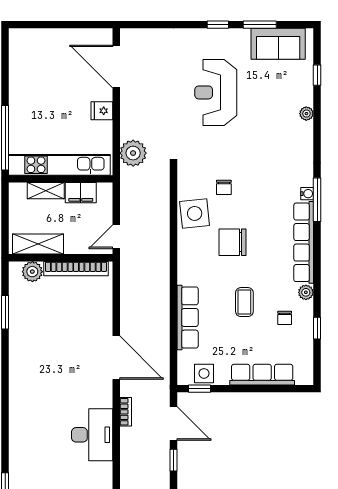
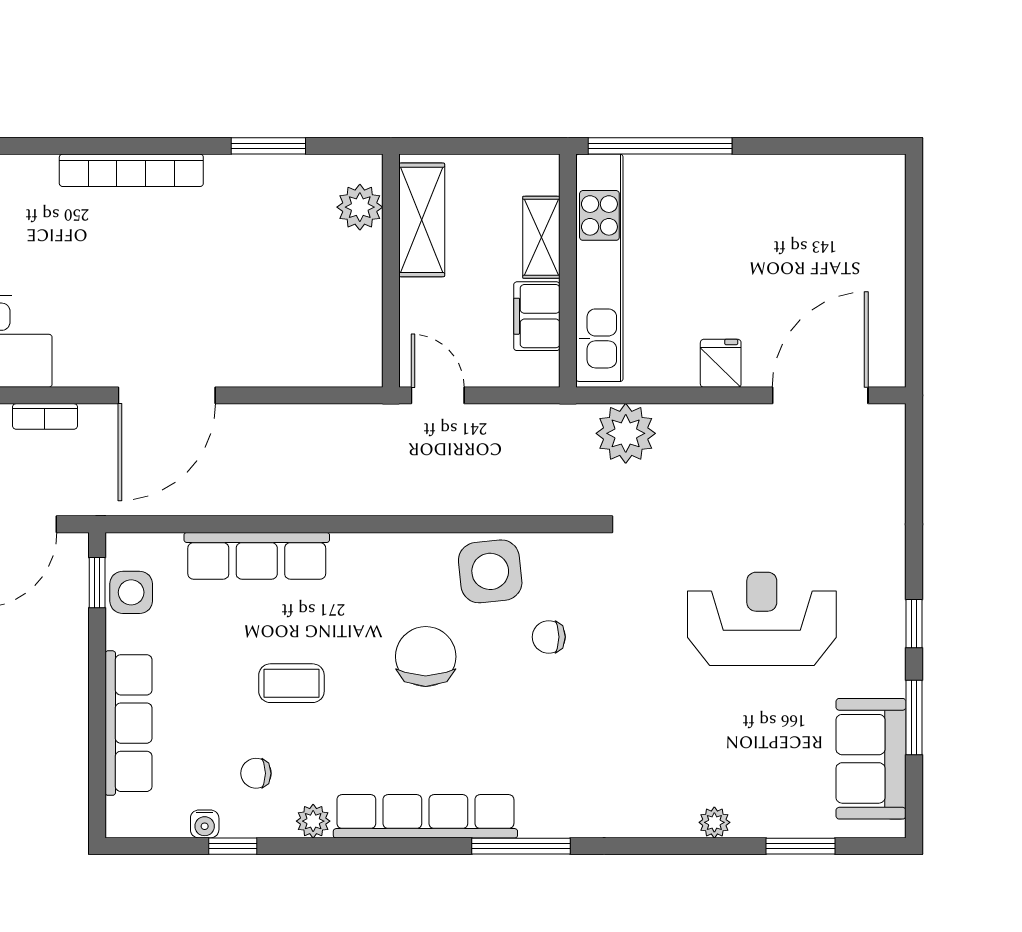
window: (317, 75) -> (801, 846), width x1.50
water cooler: (307, 194) -> (205, 824), moved
bookcase: (76, 269) -> (131, 170), moved, turned -90

